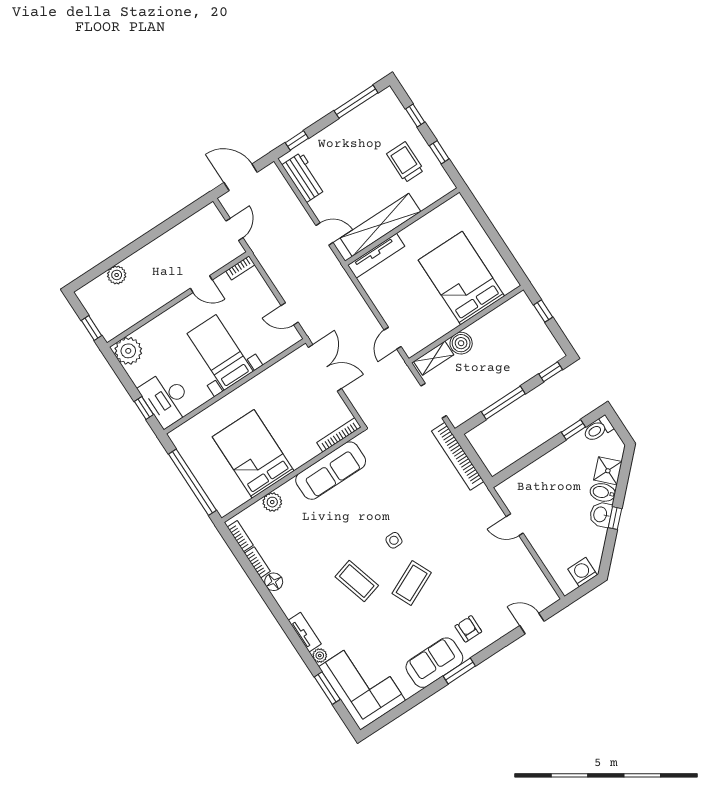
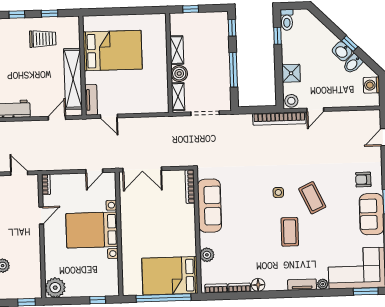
trolley: (405, 162) -> (43, 39), turned 180
tv unit: (376, 256) -> (91, 100), width x0.71
bed: (461, 278) -> (113, 51), moved, turned 180
shelving: (486, 324) -> (177, 50), added
door: (393, 338) -> (109, 116), moved
bed with nightstands: (220, 352) -> (92, 230), width x1.36
double door: (325, 368) -> (142, 169), swing flipped
desk: (166, 399) -> (100, 282), removed
bed: (253, 454) -> (170, 276), moved
bookcase: (458, 456) -> (279, 119), moved
shower: (608, 471) -> (291, 73), moved, turned 45
stool: (508, 491) -> (291, 101), added
bidet: (603, 492) -> (353, 64), moved
coffee table: (357, 581) -> (290, 232), turned -74
window: (327, 688) -> (366, 291), moved

